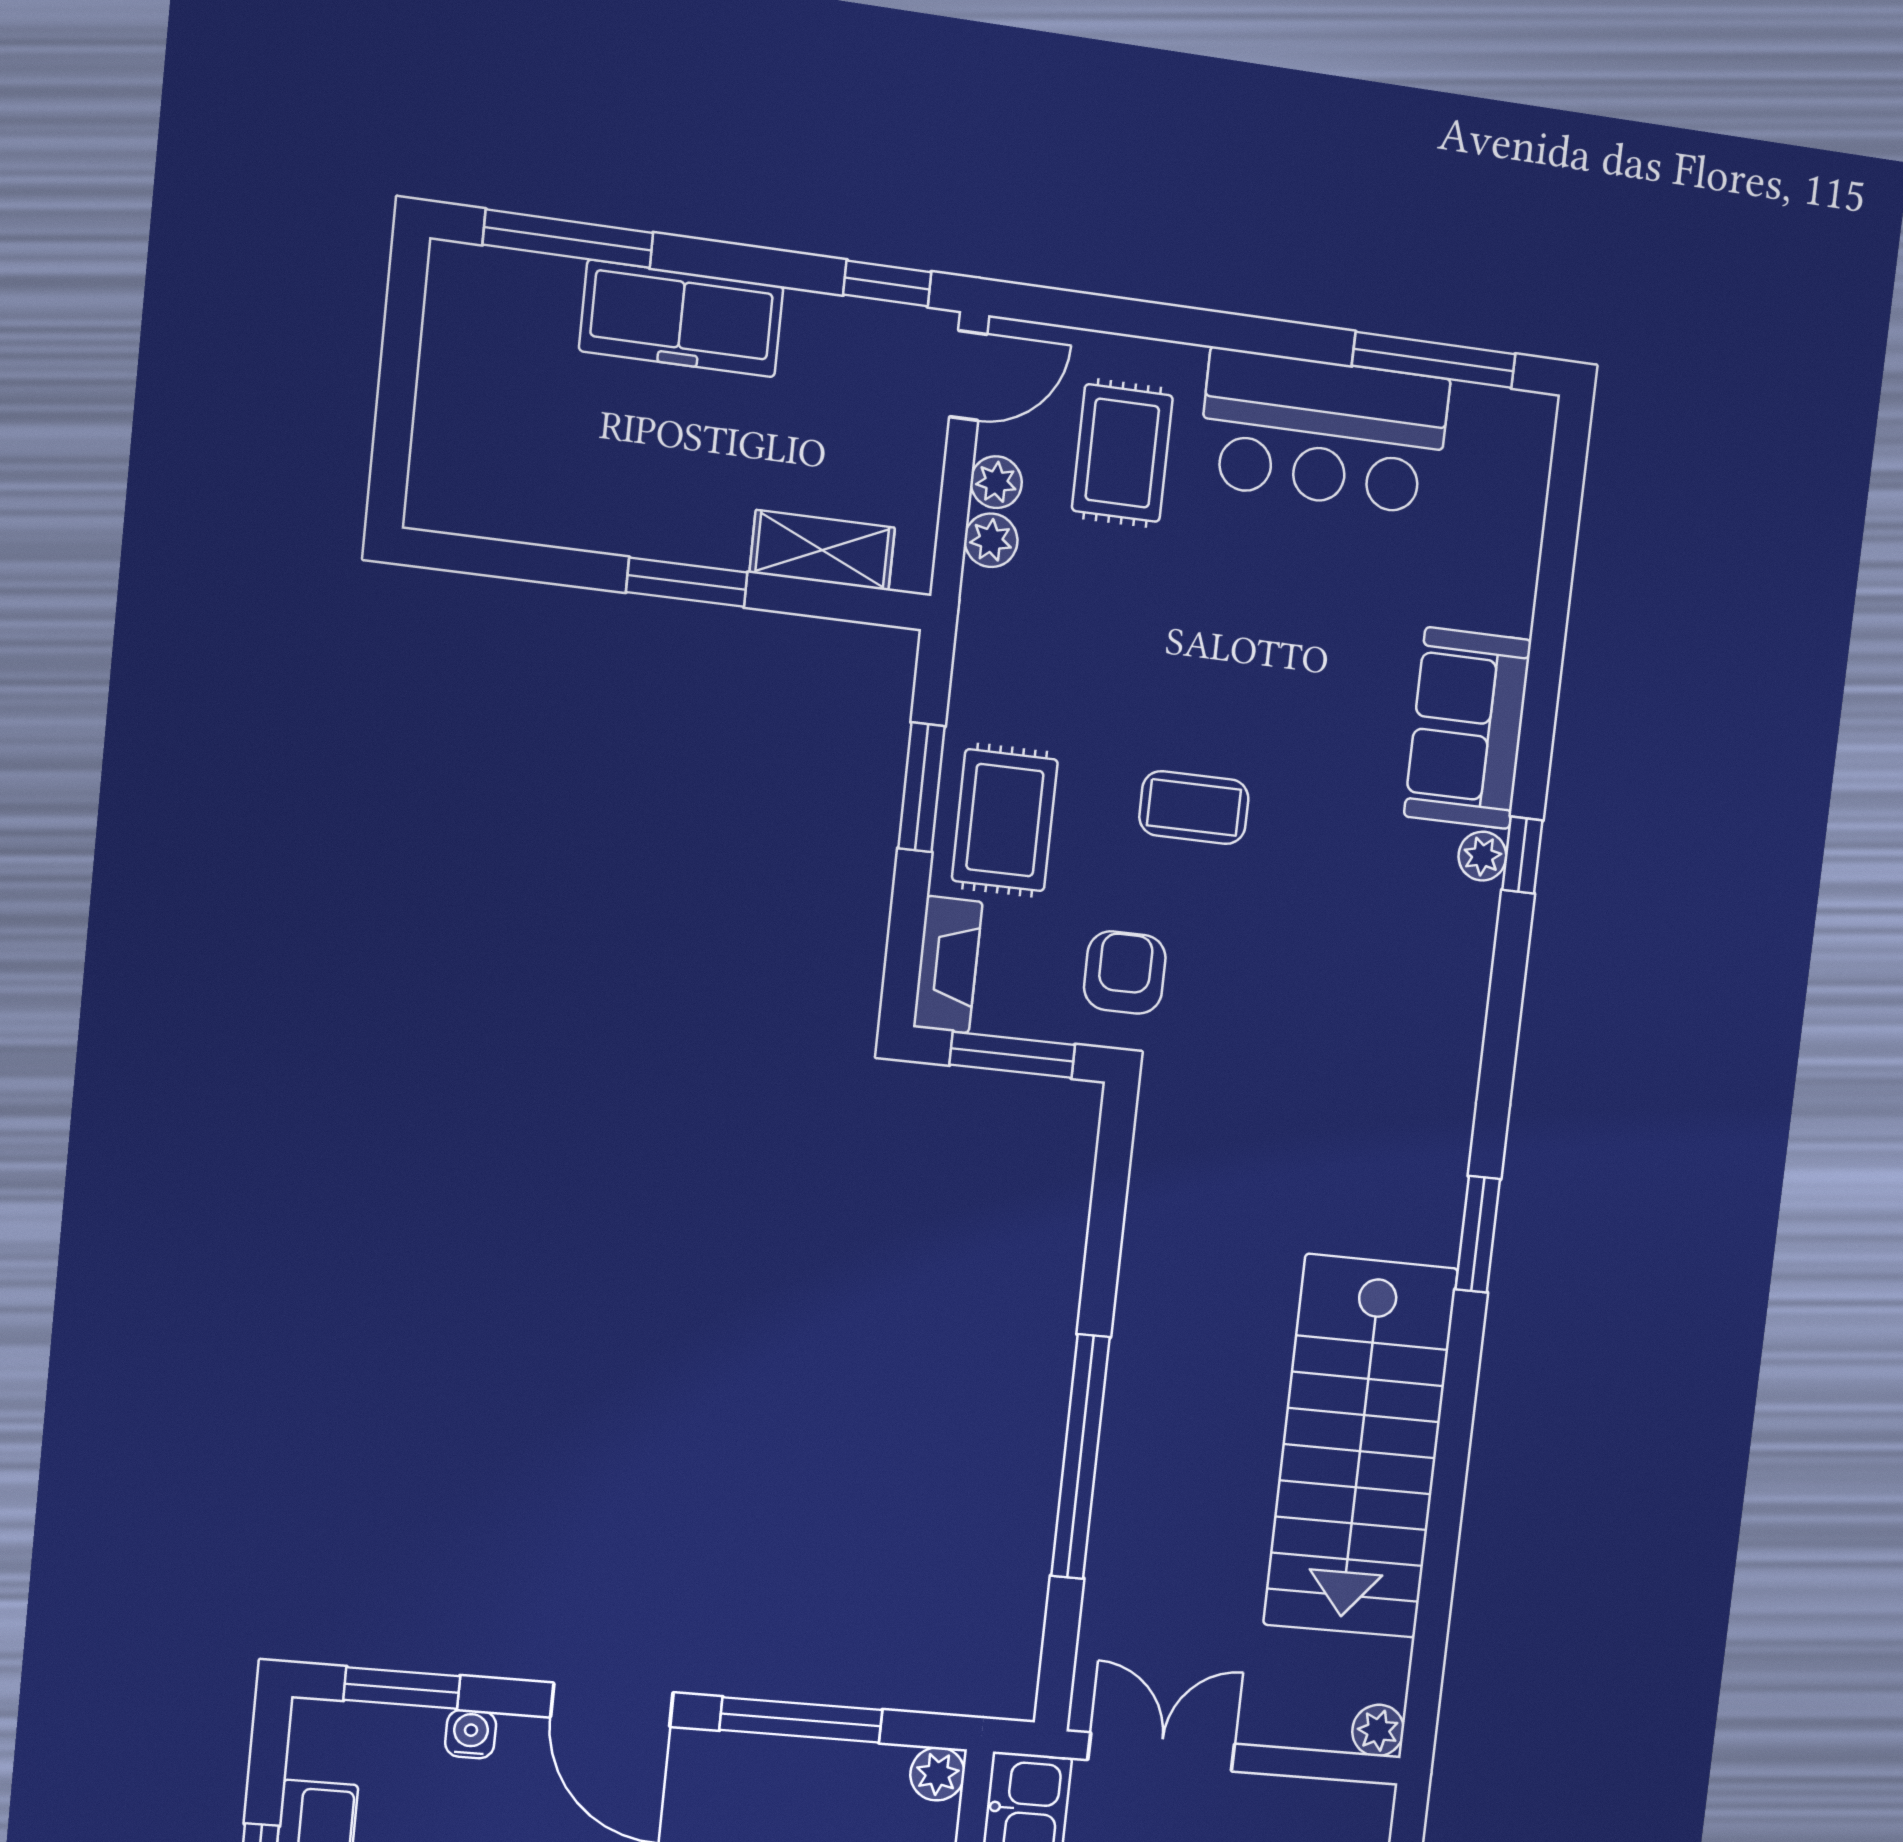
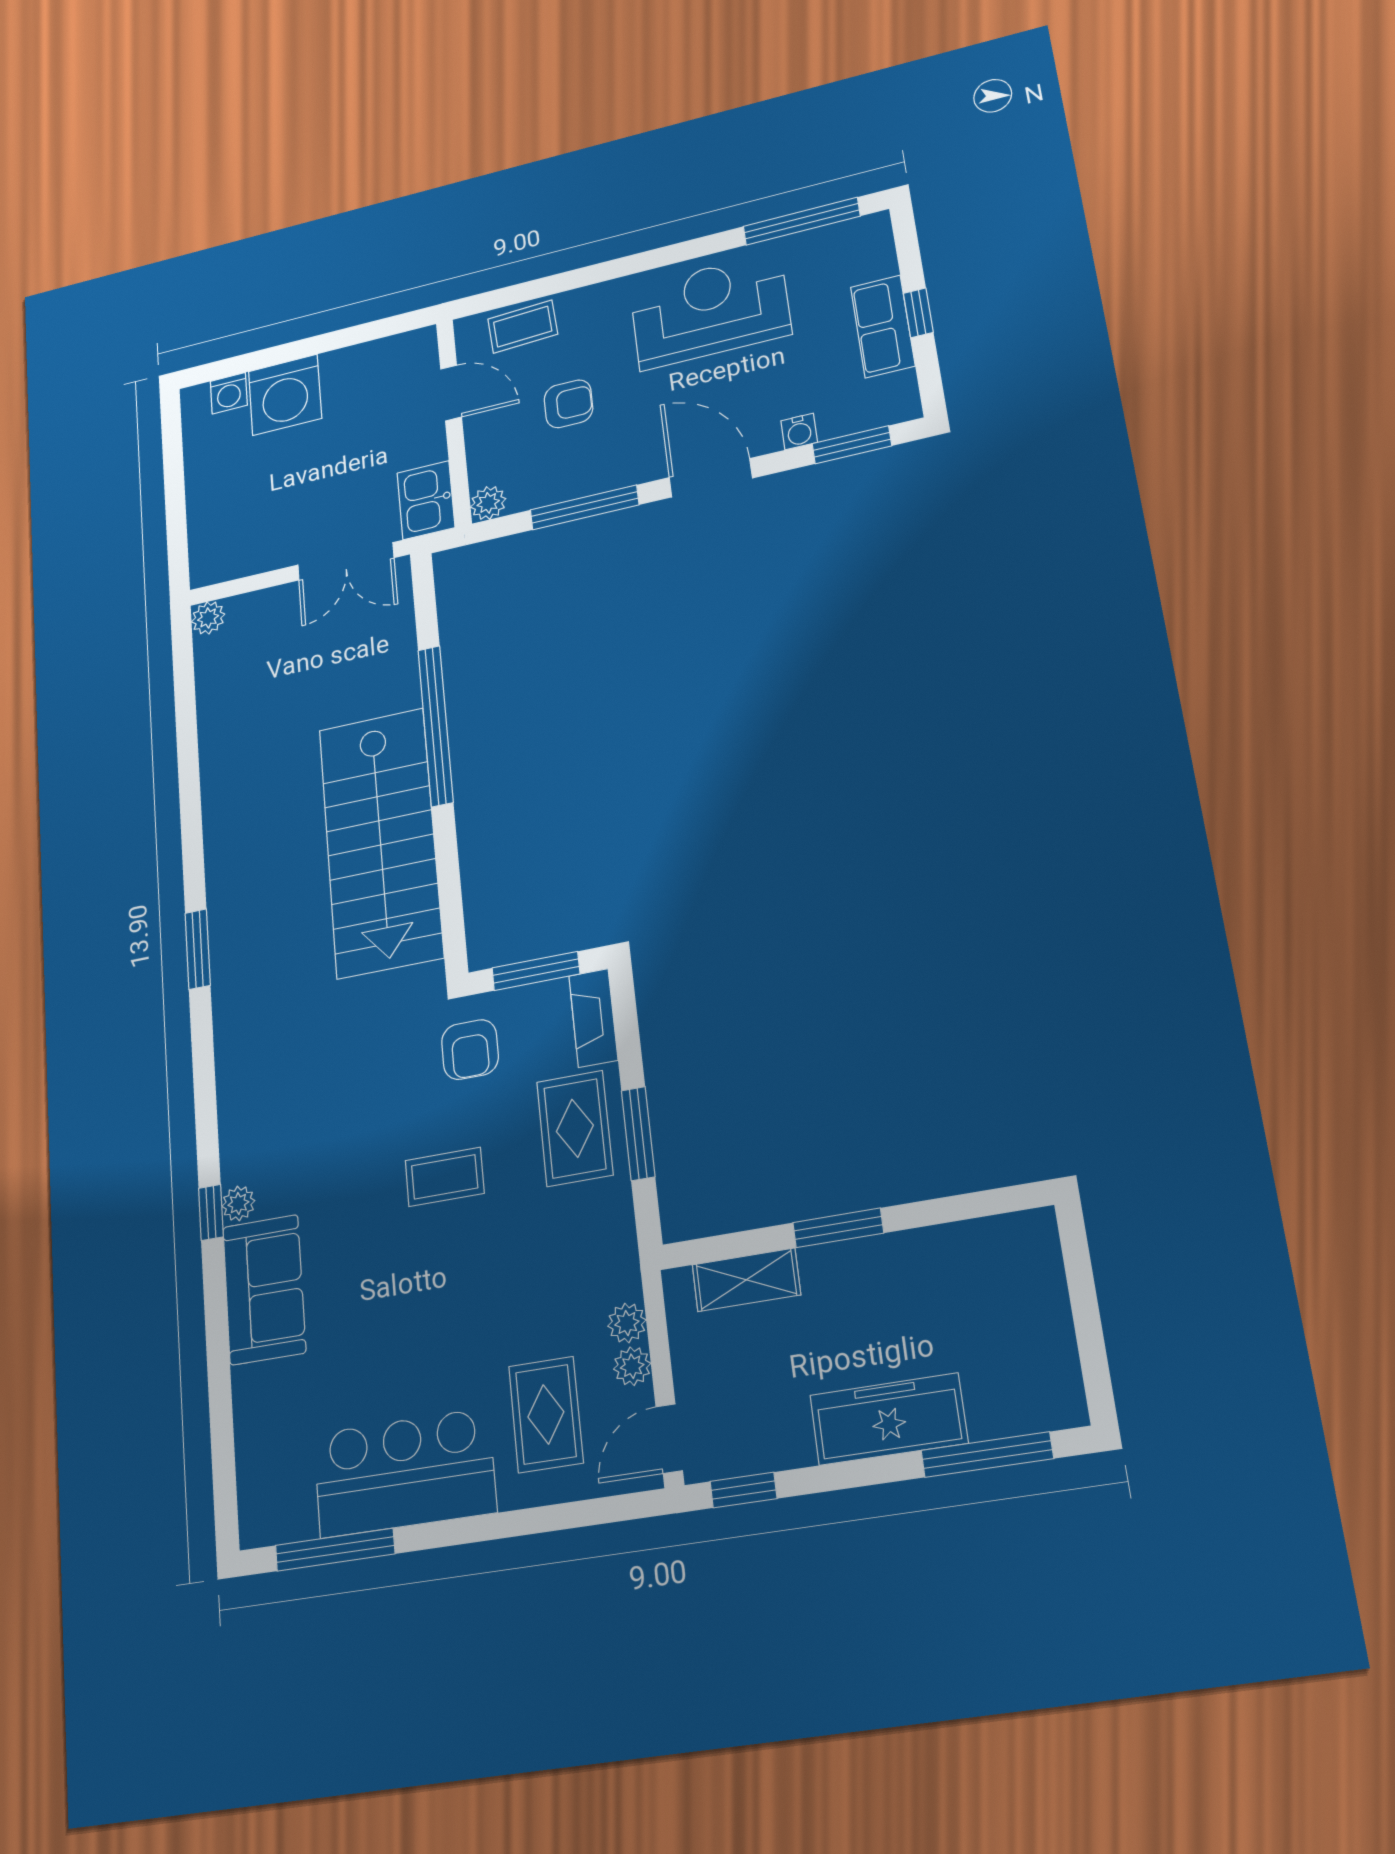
stairs: (1360, 1447) -> (380, 842), moved, turned 180

